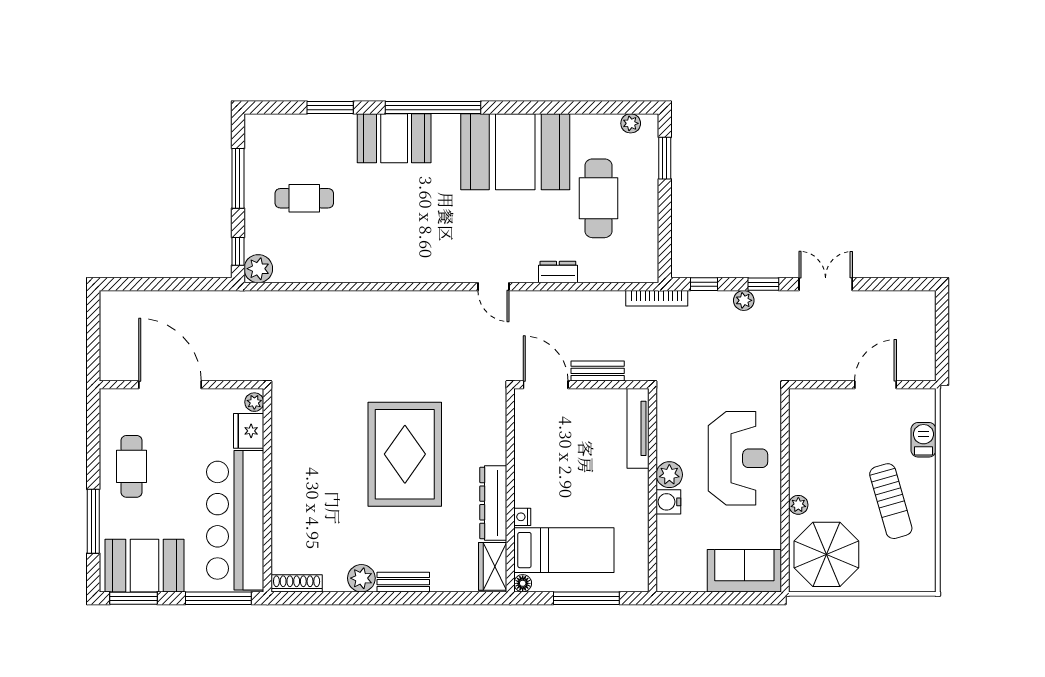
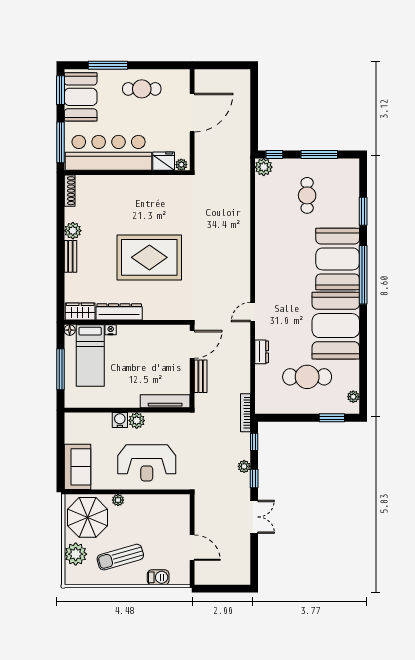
booth: (394, 138) -> (338, 259), width x1.36, depth x1.42
plant: (886, 574) -> (76, 554), added

